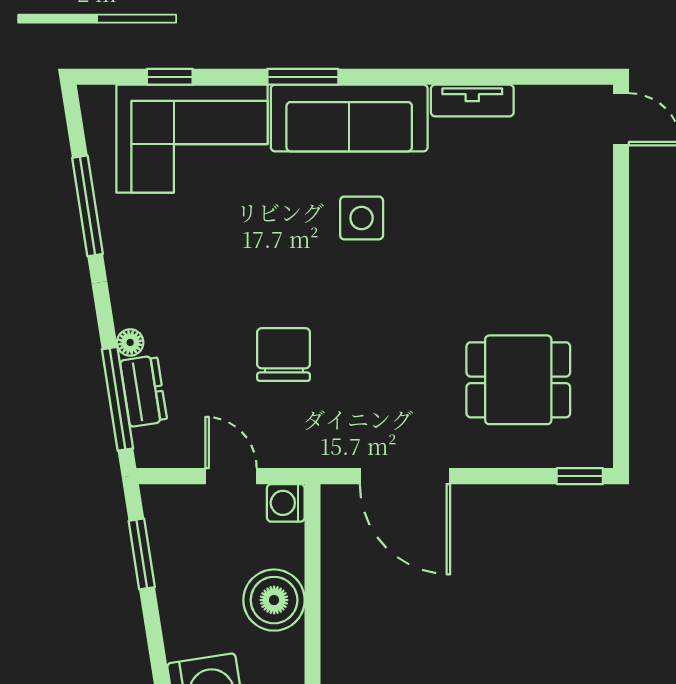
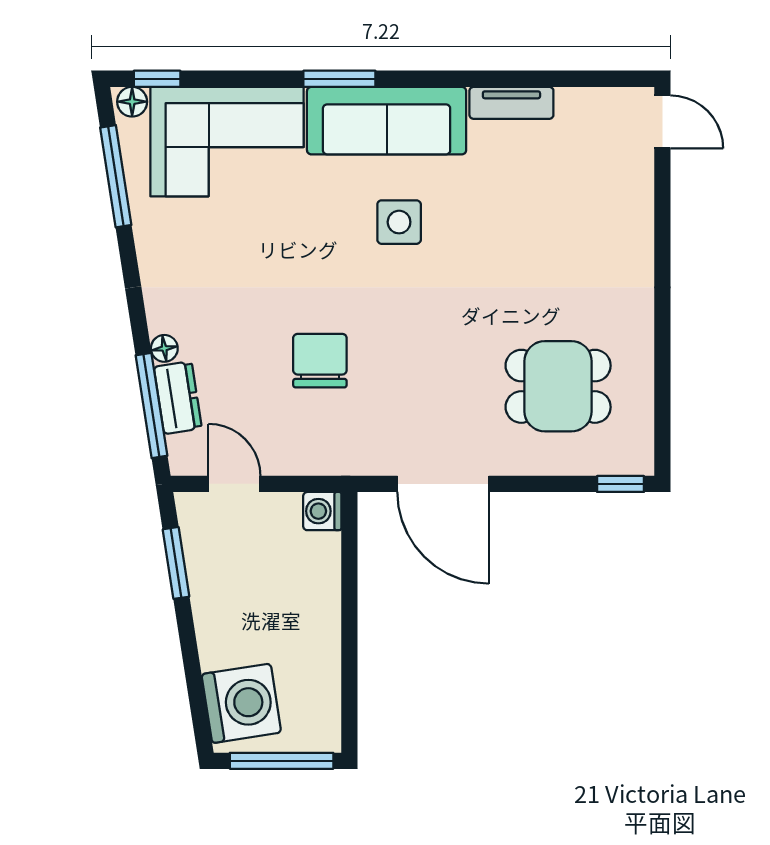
window: (170, 77) -> (157, 79), moved
floor lamp: (98, 99) -> (132, 102), added
window: (88, 206) -> (116, 176), moved
door: (231, 476) -> (234, 484), moved
boiler: (274, 600) -> (310, 610), removed

